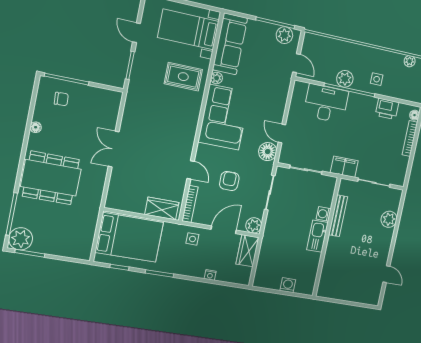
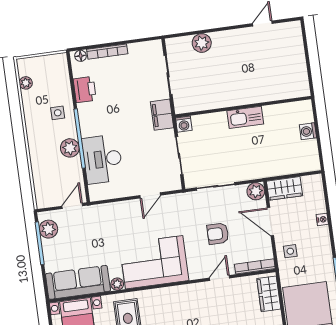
floor lamp: (268, 152) -> (174, 204), removed
washing machine: (324, 214) -> (184, 124), moved
bench: (338, 216) -> (216, 102), removed

